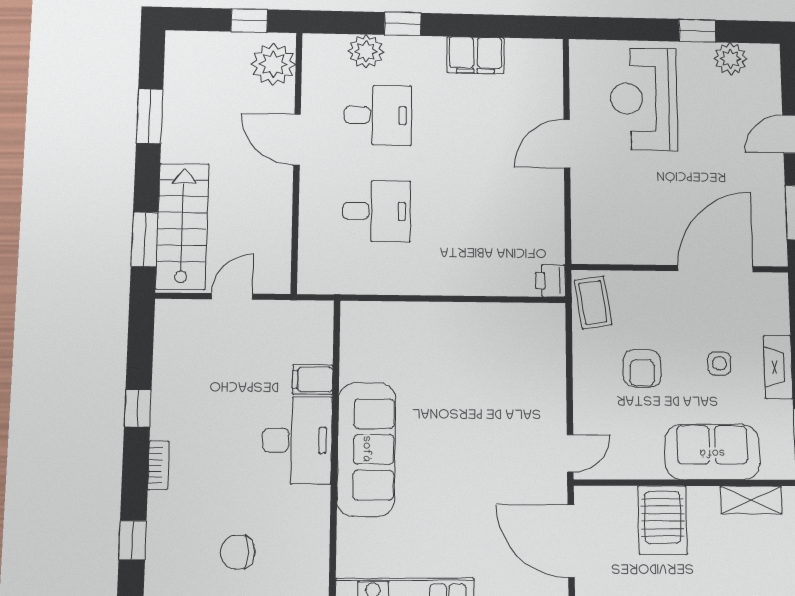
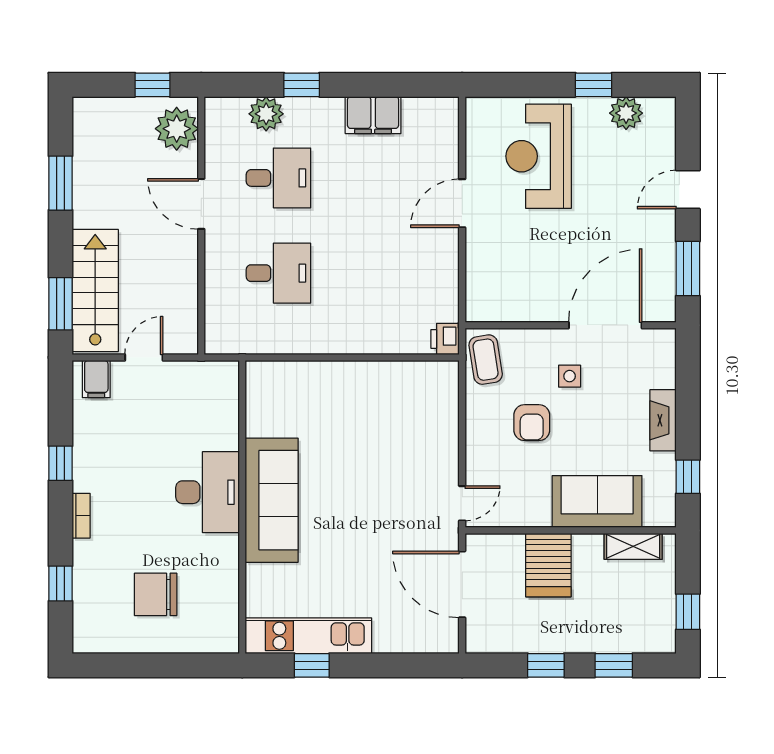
side table: (719, 363) -> (570, 376), moved
filing cabinet: (313, 379) -> (96, 379), moved, turned -90
chair: (238, 552) -> (156, 594), width x1.37, depth x1.37

